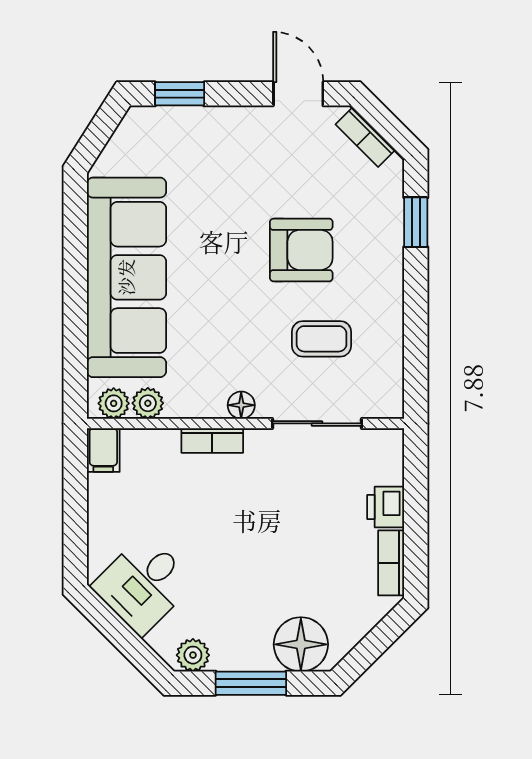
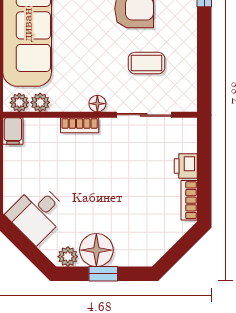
floor lamp: (301, 644) -> (96, 250), moved
window: (251, 683) -> (103, 274), width x0.67

